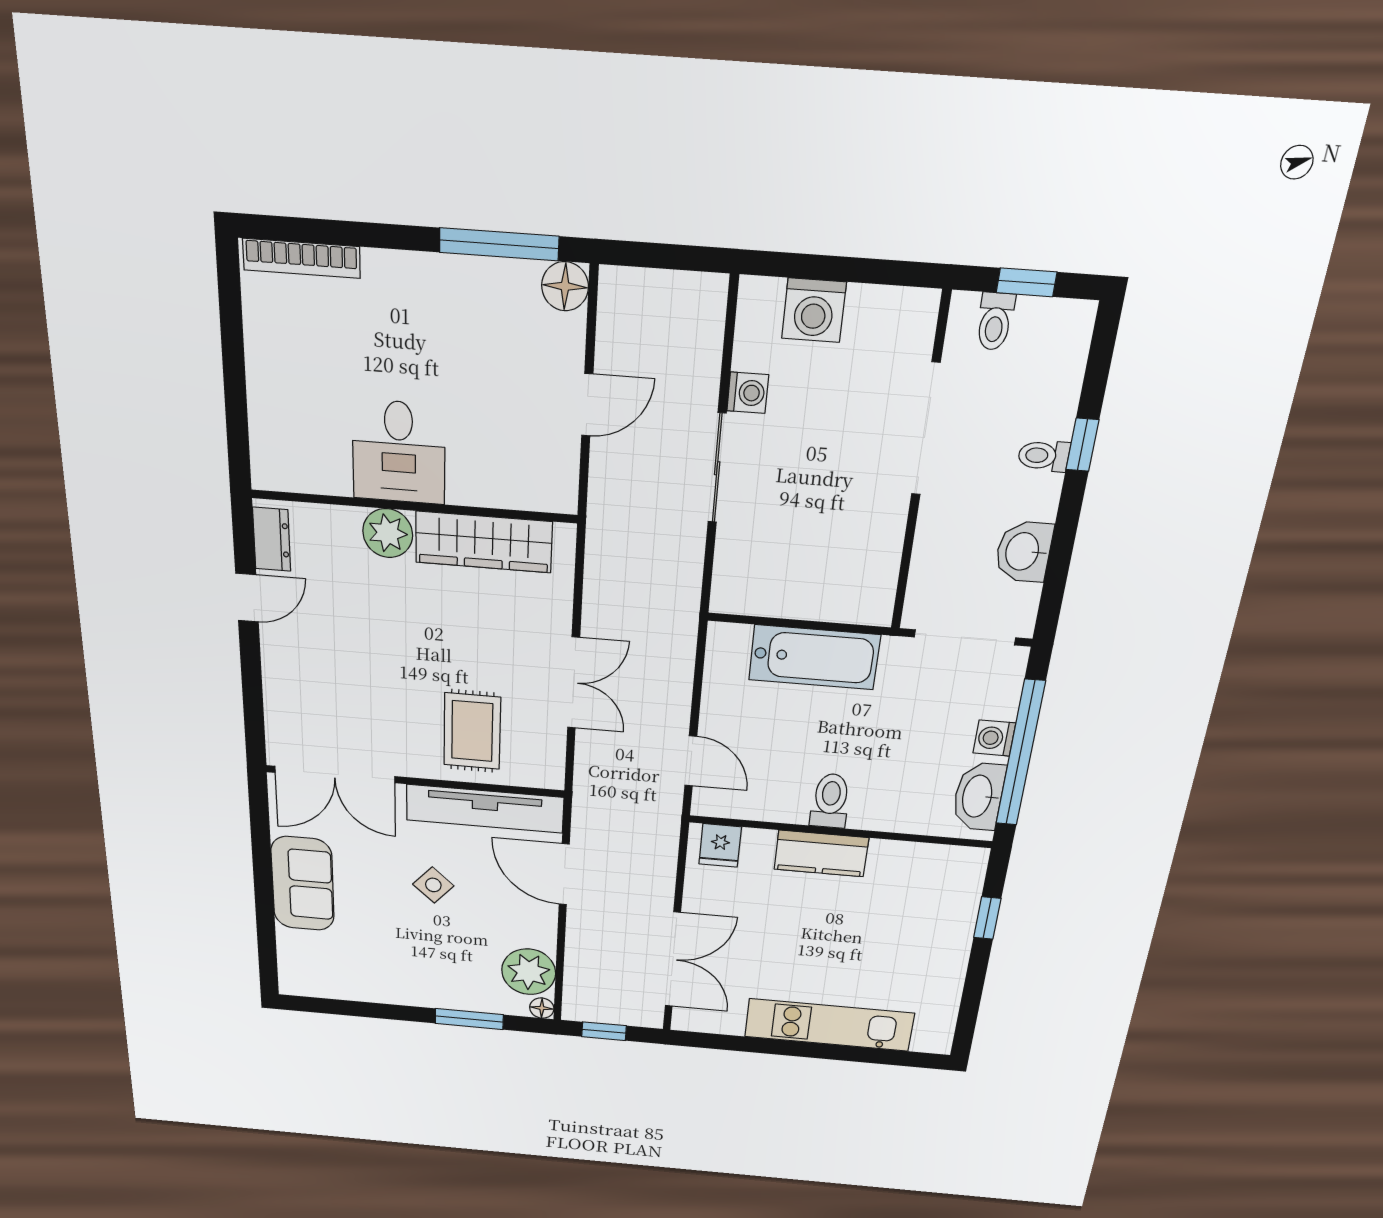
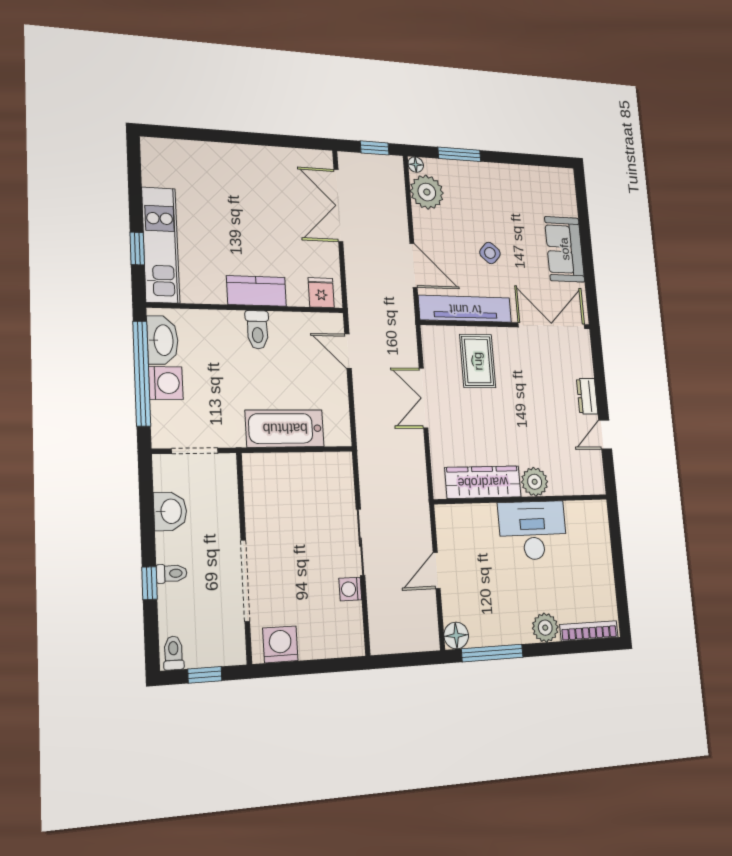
plant: (390, 277) -> (545, 628), added
washing machine: (814, 310) -> (280, 644), moved
toilet: (995, 321) -> (173, 653), moved
desk: (399, 452) -> (533, 530), width x1.37
dresser: (272, 539) -> (587, 396), moved
doorway: (965, 637) -> (195, 451), width x0.73
washing machine: (994, 738) -> (166, 383), width x1.38, depth x1.38
kitchen unit: (829, 1025) -> (161, 245), moved, turned -90

